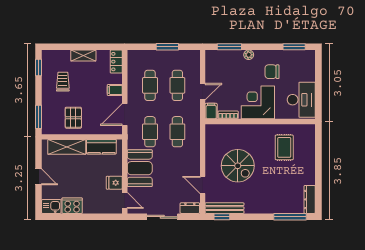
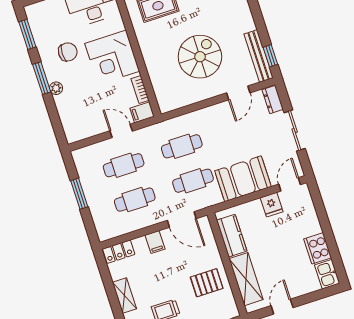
window: (229, 47) -> (42, 78), moved
chair: (272, 72) -> (68, 52), turned -90
door: (38, 177) -> (282, 307), moved

